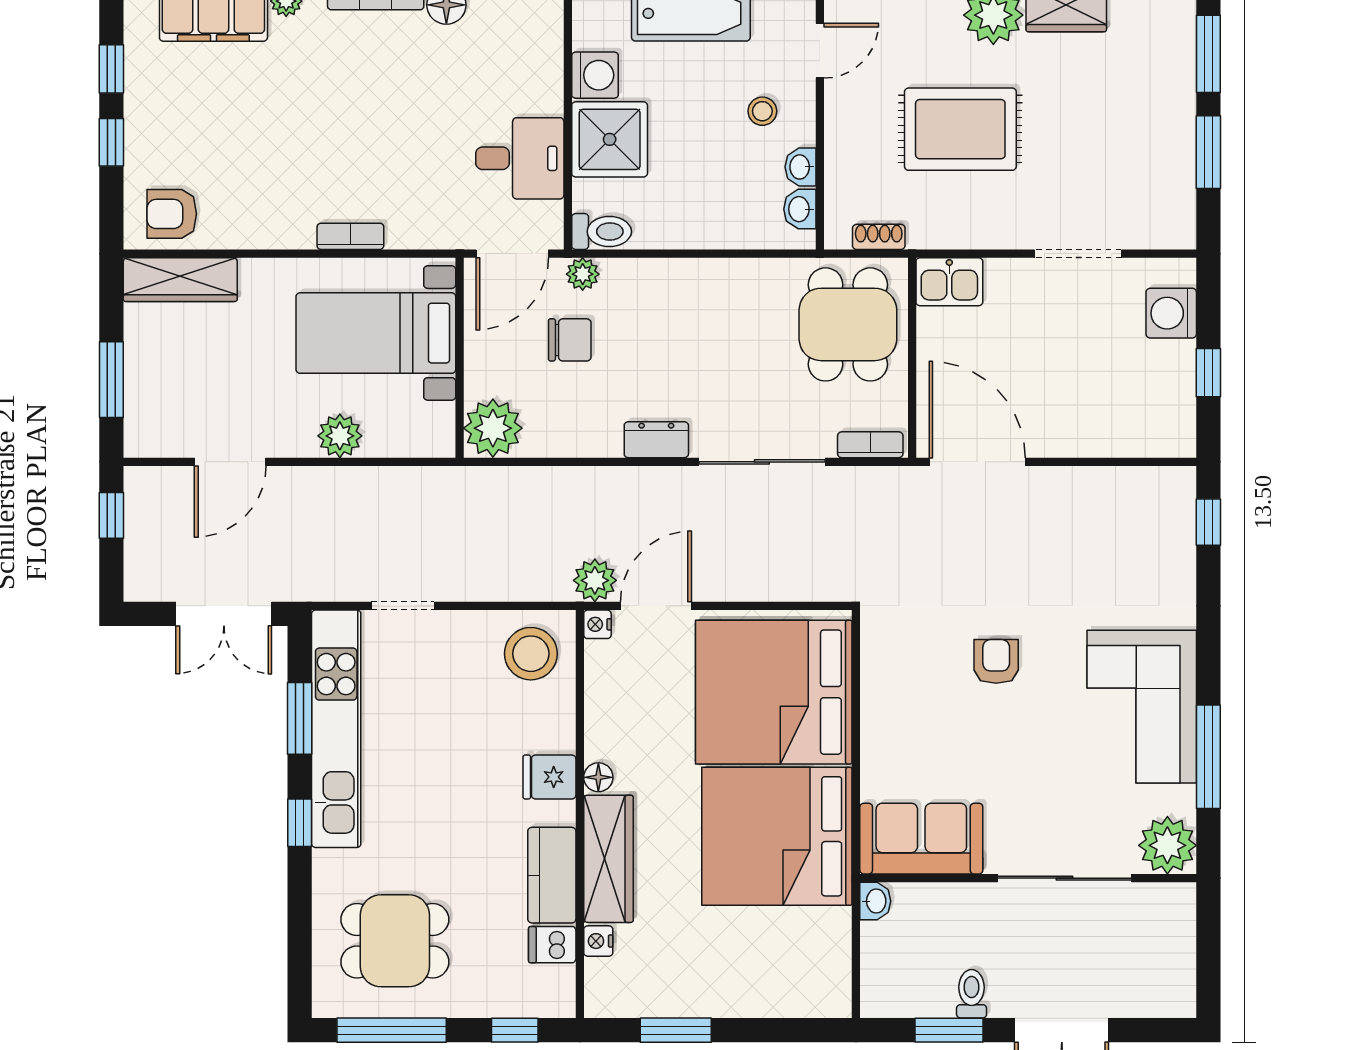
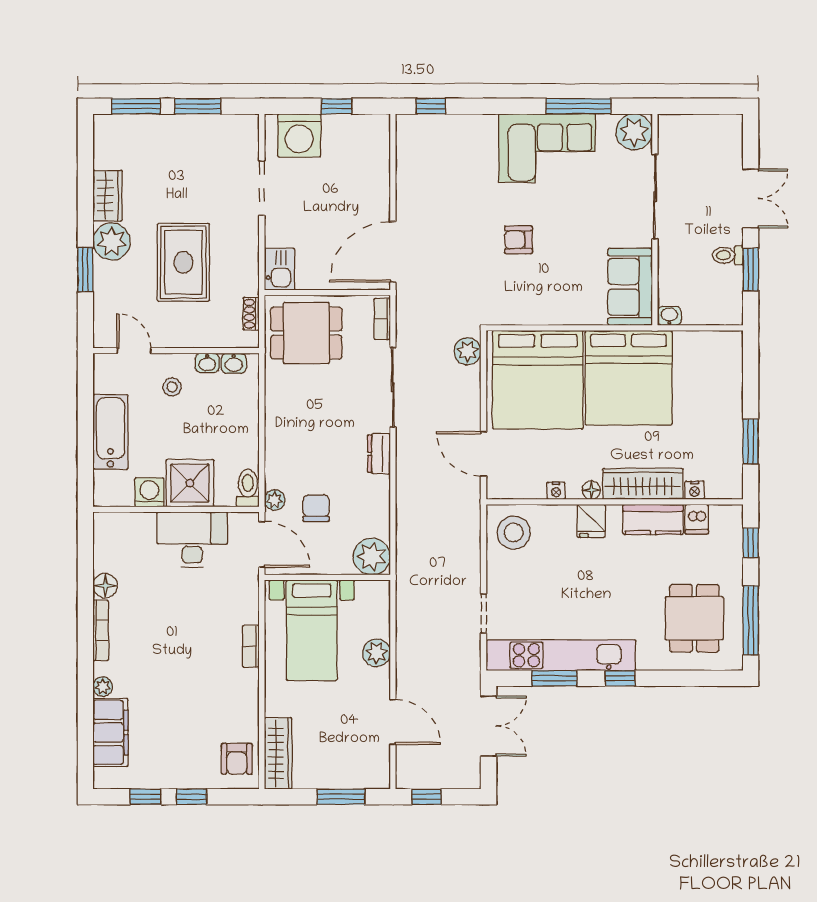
desk: (520, 158) -> (192, 540), width x1.37
washing machine: (1171, 313) -> (299, 135), width x1.37, depth x1.37
plant: (595, 580) -> (467, 351), moved
nightstand: (597, 624) -> (556, 491), moved

